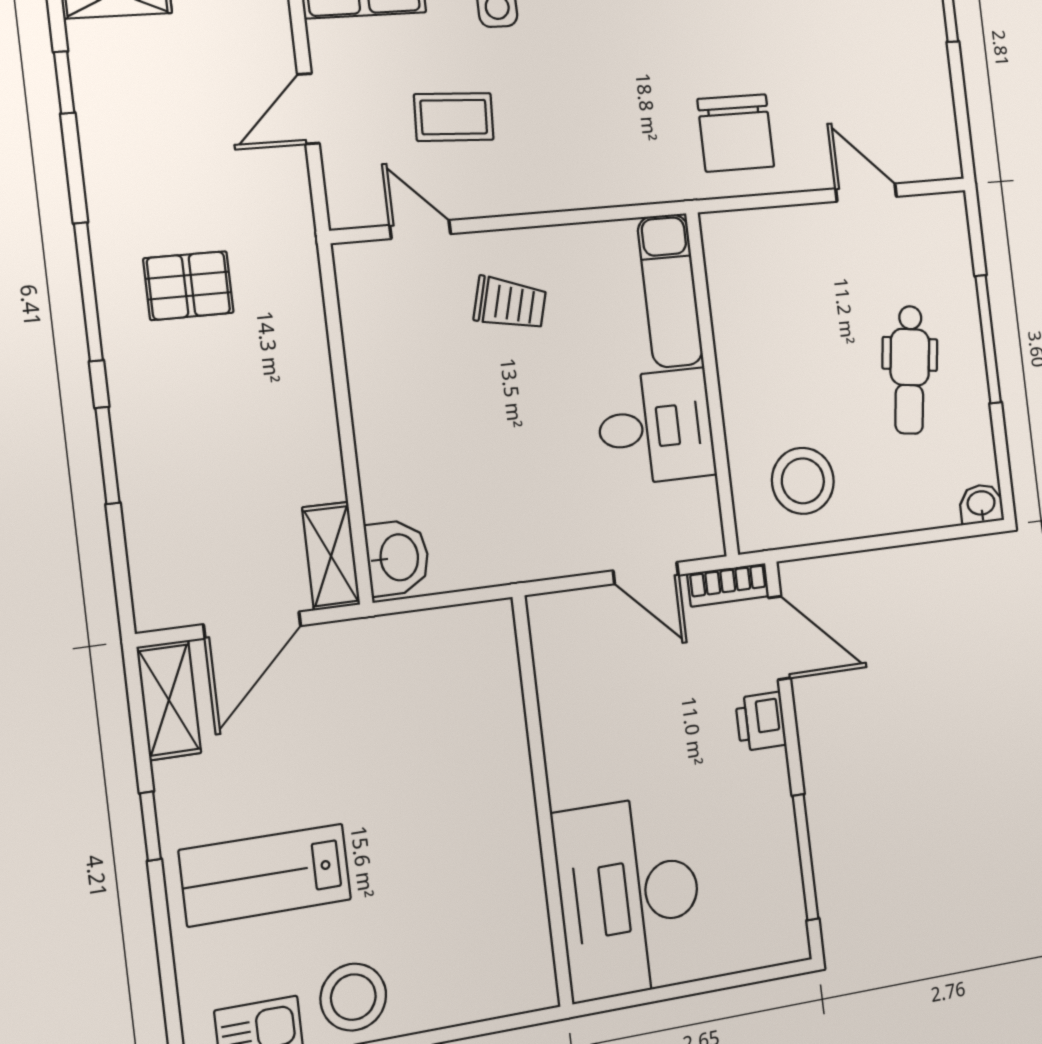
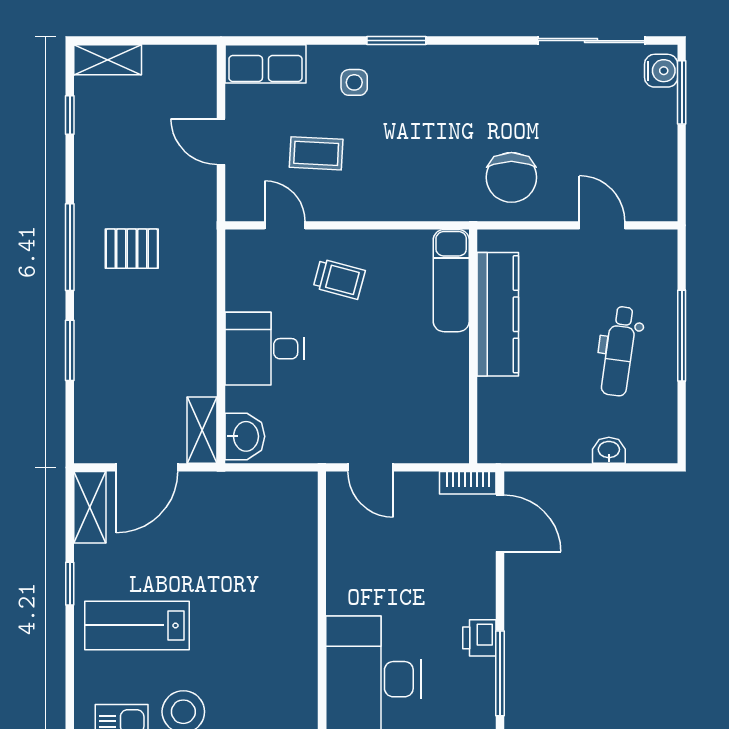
door: (308, 109) -> (221, 142), hinge flipped
kitchen counter: (741, 334) -> (498, 314), added
desk: (656, 427) -> (264, 349), moved, turned 180
stool: (803, 481) -> (530, 419), removed
washbasin: (981, 504) -> (609, 450), moved
door: (646, 573) -> (371, 467), moved
printer: (761, 721) -> (479, 638), moved

